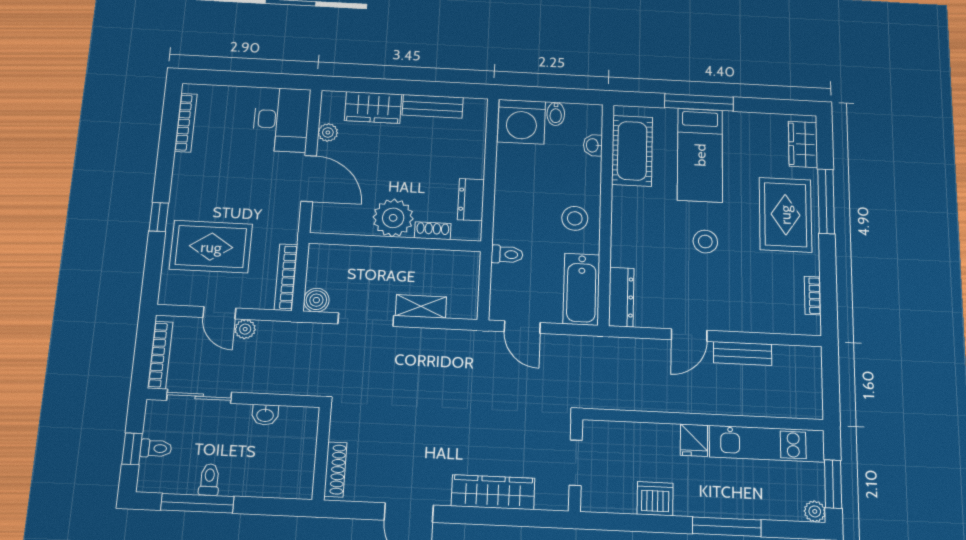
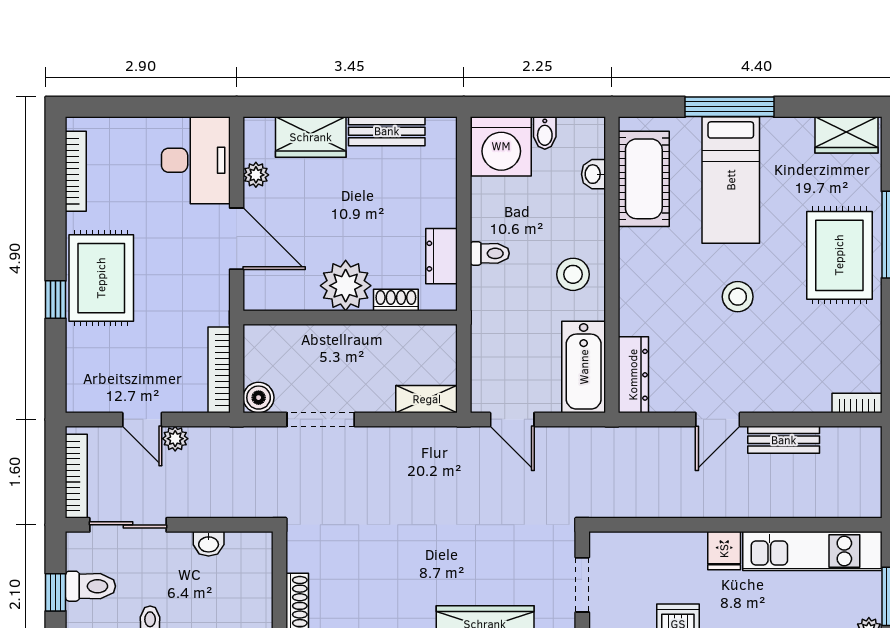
wardrobe: (803, 144) -> (846, 135), moved, turned -90
rug: (211, 247) -> (101, 278), moved, turned 90
toilet: (507, 254) -> (490, 253), moved
bookcase: (813, 296) -> (857, 403), moved, turned 90
shelving: (421, 306) -> (427, 399), moved
toilet: (156, 448) -> (90, 586), width x1.37, depth x1.39

